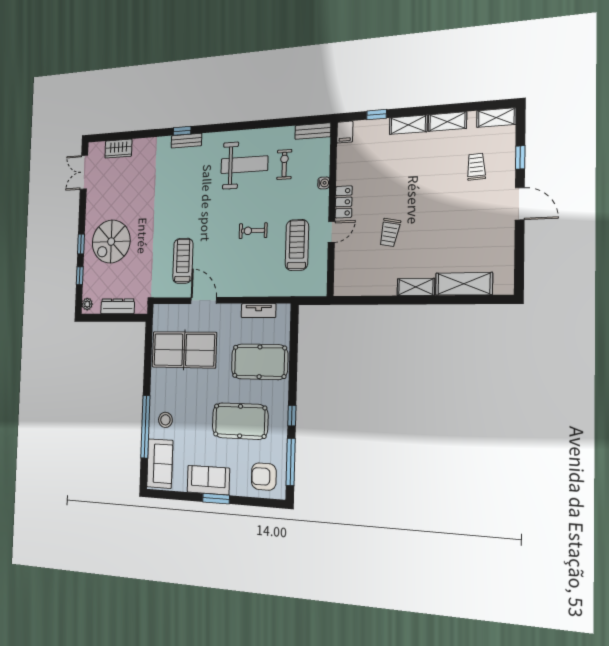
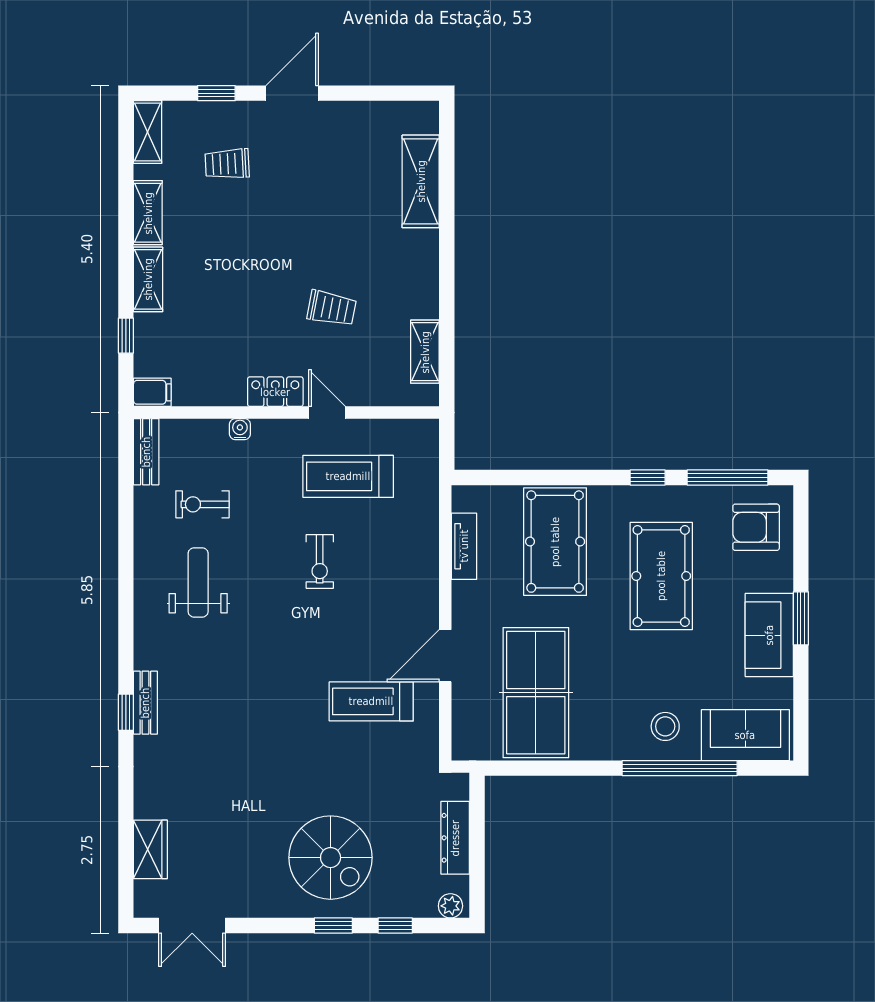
weight bench: (244, 165) -> (198, 582), width x0.73, depth x0.75
shelving: (416, 287) -> (425, 352), moved
armchair: (264, 477) -> (756, 527), turned 90

